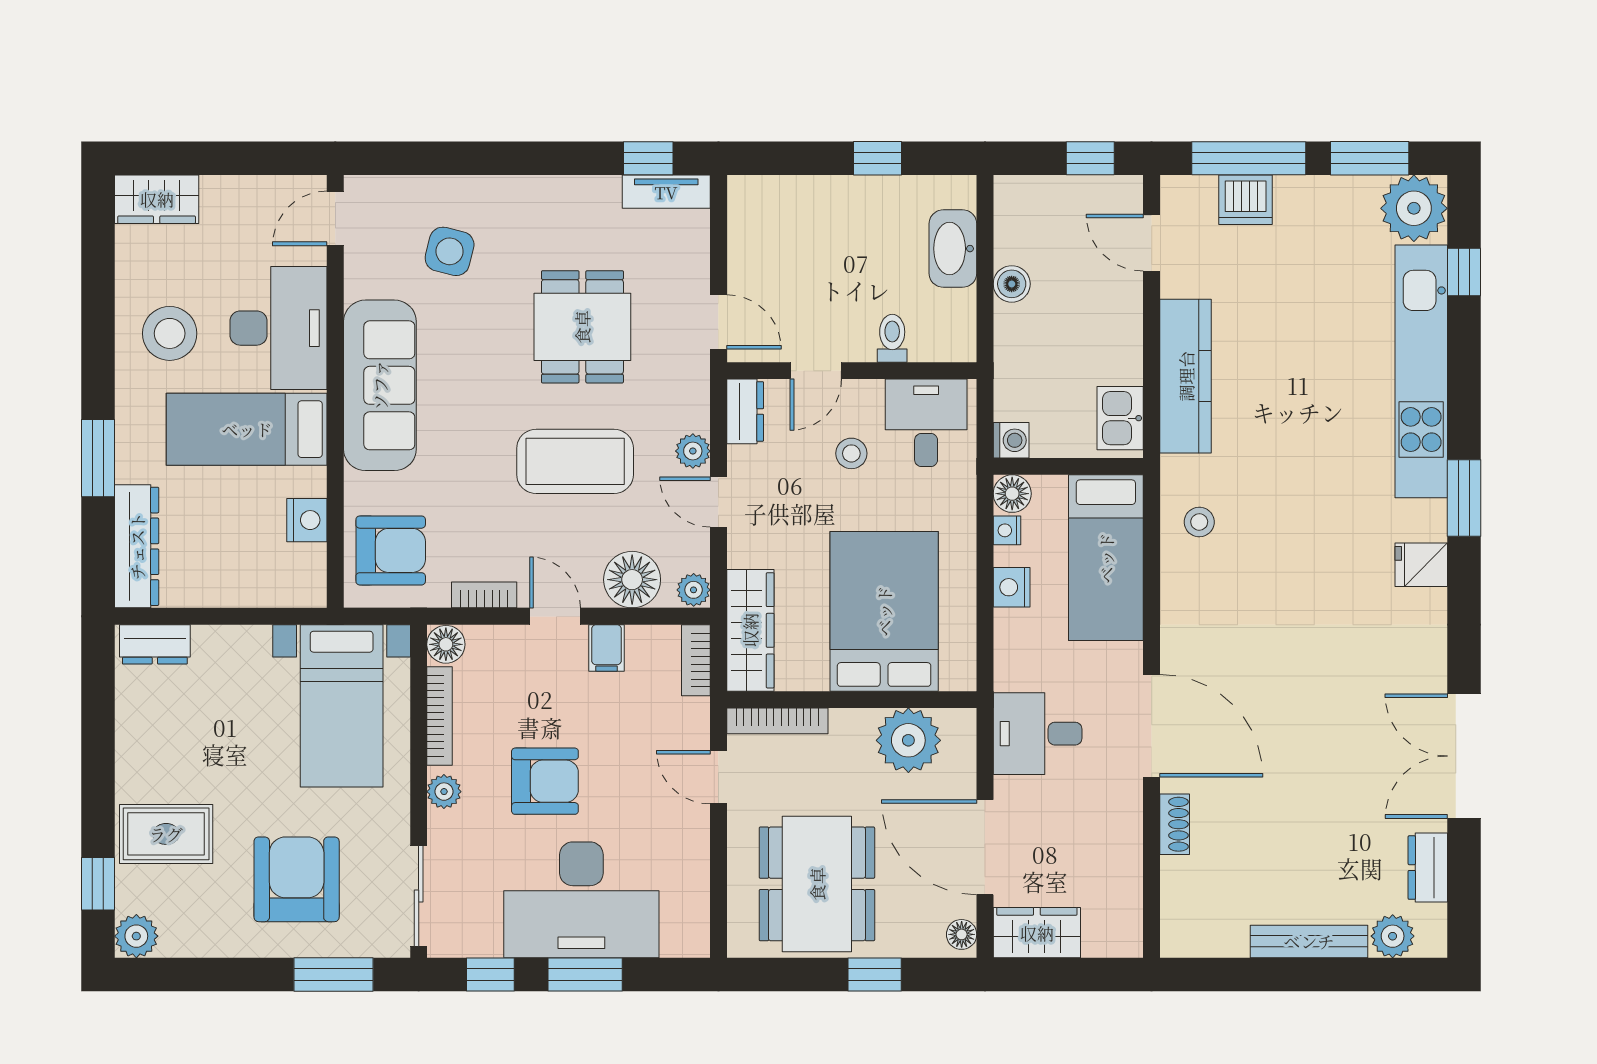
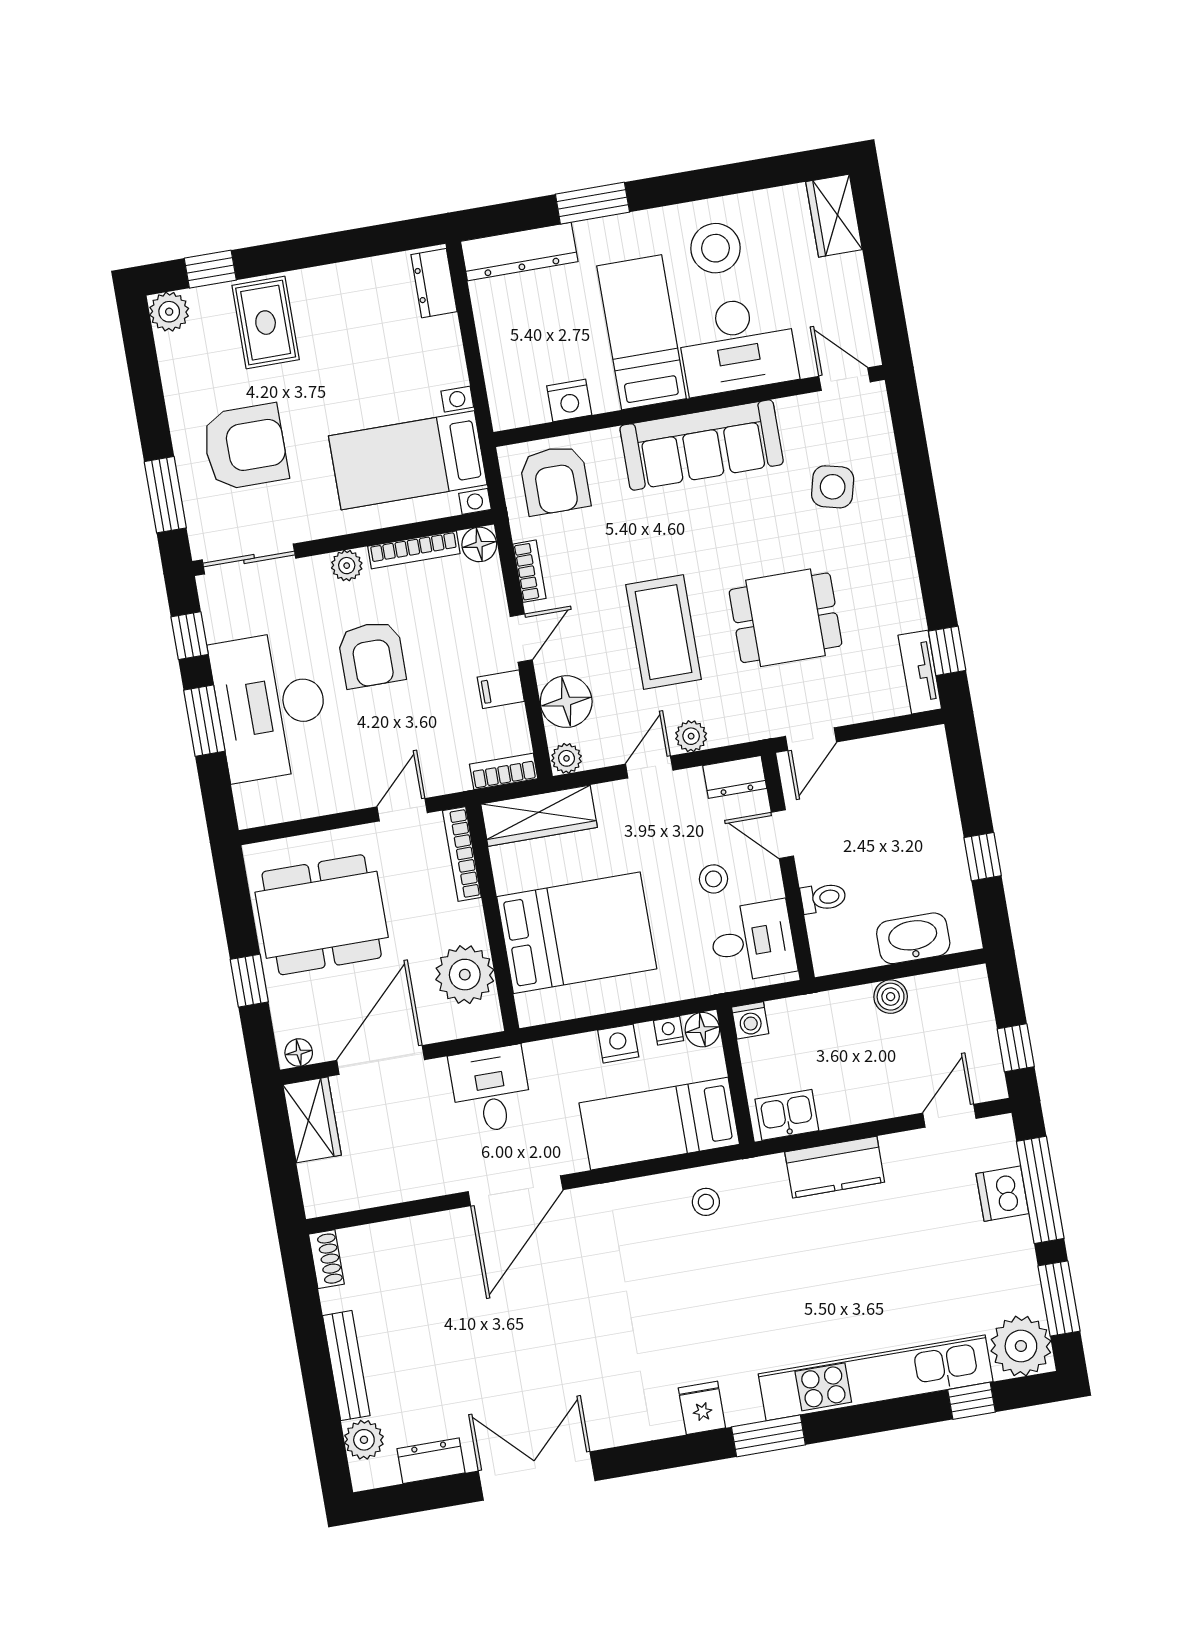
kitchen counter: (1186, 376) -> (835, 1167), width x0.67
shoe rack: (1175, 824) -> (326, 1259), moved, turned -90

